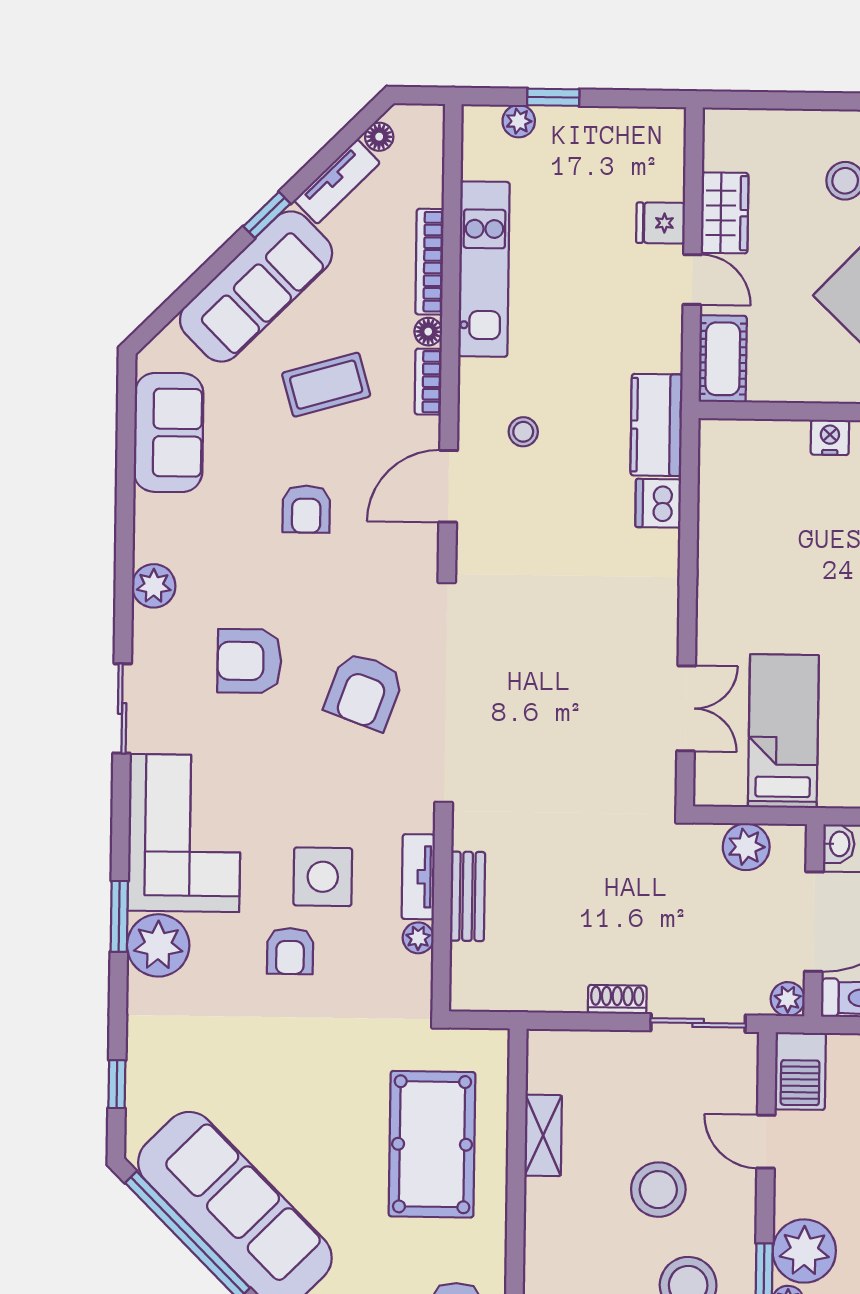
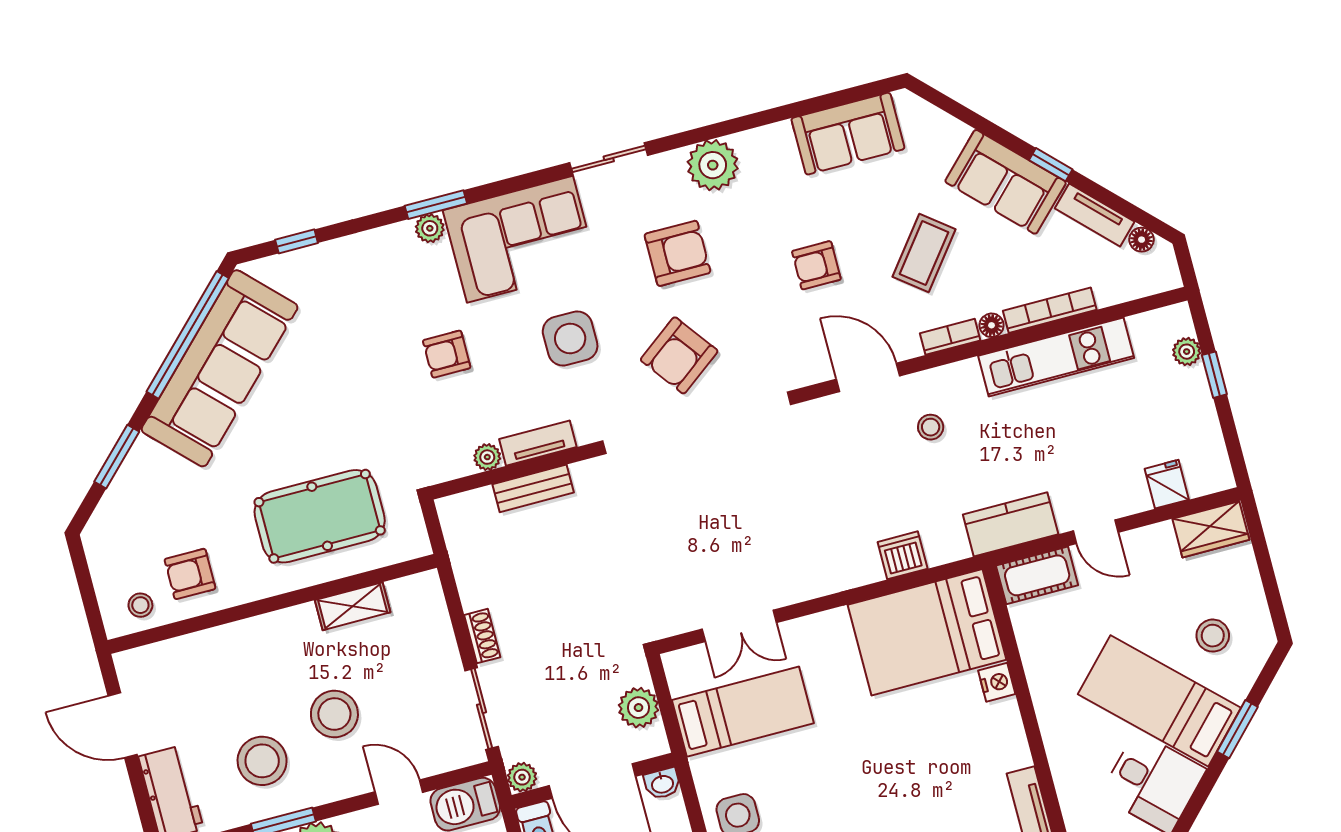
wardrobe: (725, 213) -> (1211, 529), moved
fridge: (661, 223) -> (1167, 484), moved
door: (692, 280) -> (1096, 532), hinge flipped
sofa: (256, 286) -> (1006, 182), width x0.73
coffee table: (326, 385) -> (924, 253), turned 54
kitchen counter: (657, 425) -> (1011, 524), moved
bed: (752, 500) -> (927, 632), added
plant: (154, 586) -> (713, 165), width x1.36, depth x1.36
armchair: (249, 661) -> (677, 253), turned 90
armchair: (364, 691) -> (679, 355), turned -57
side table: (323, 877) -> (570, 338), moved
plant: (158, 945) -> (430, 228), width x0.53, depth x0.53
door: (766, 1142) -> (399, 792), hinge flipped

